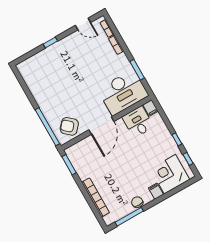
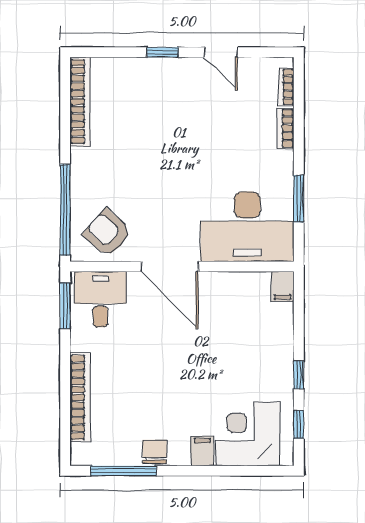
door: (83, 24) -> (221, 52), moved
bookcase: (29, 81) -> (80, 102), added
desk: (138, 122) -> (100, 299), moved
door: (101, 126) -> (169, 266), hinge flipped

